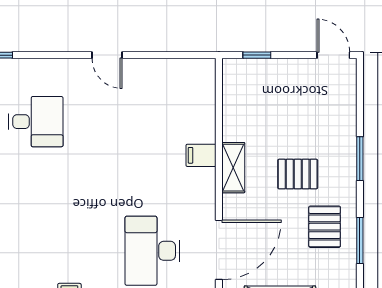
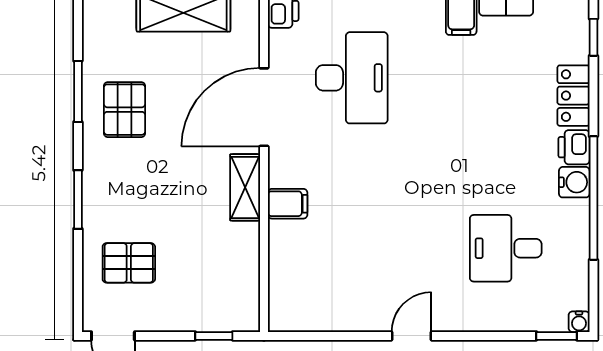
door: (107, 55) -> (412, 336), hinge flipped
pallet: (298, 174) -> (129, 263), moved
door: (219, 250) -> (264, 107), moved

